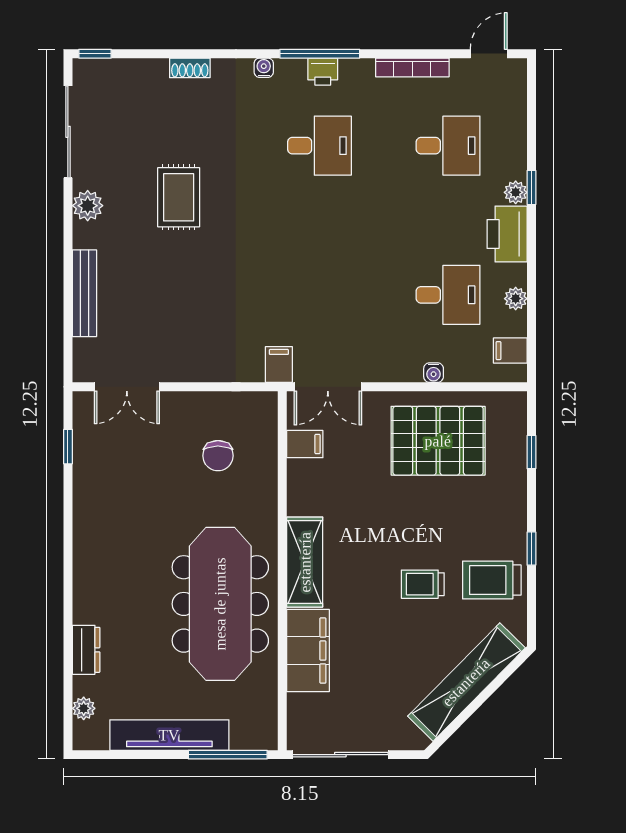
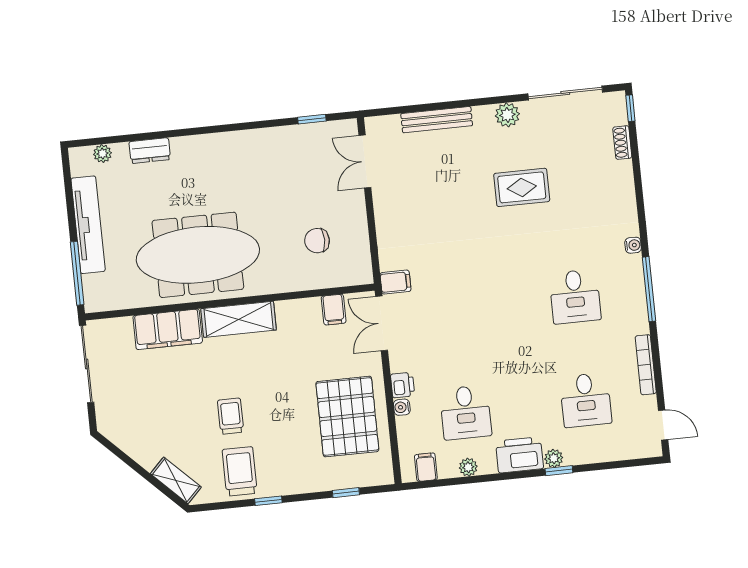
shoe rack: (190, 68) -> (622, 143), moved
printer: (323, 72) -> (403, 385), moved, turned 180
shelving: (466, 682) -> (176, 480), width x0.45, depth x0.75

